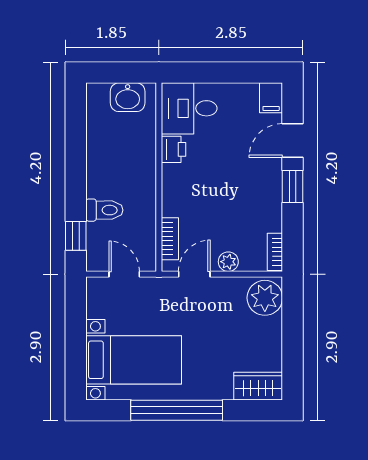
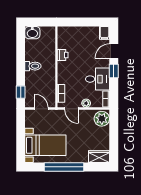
washbasin: (128, 97) -> (32, 33), moved
desk: (189, 108) -> (97, 79), moved, turned 180
toilet: (104, 210) -> (33, 66), moved
door: (194, 274) -> (72, 109), swing flipped

